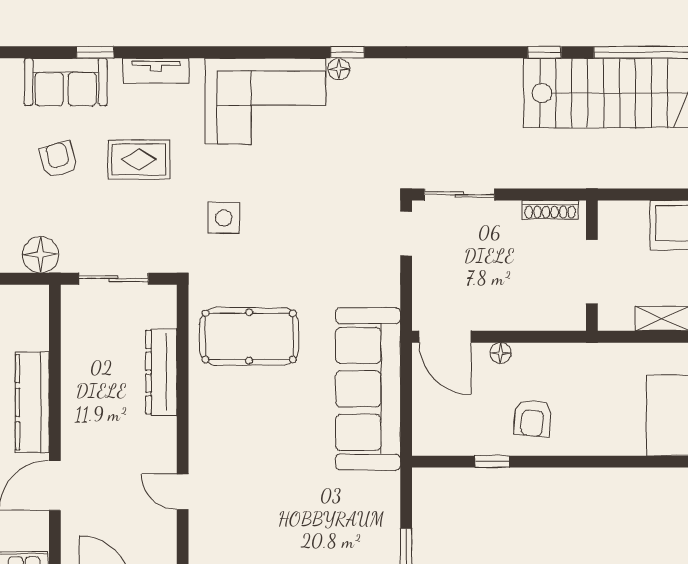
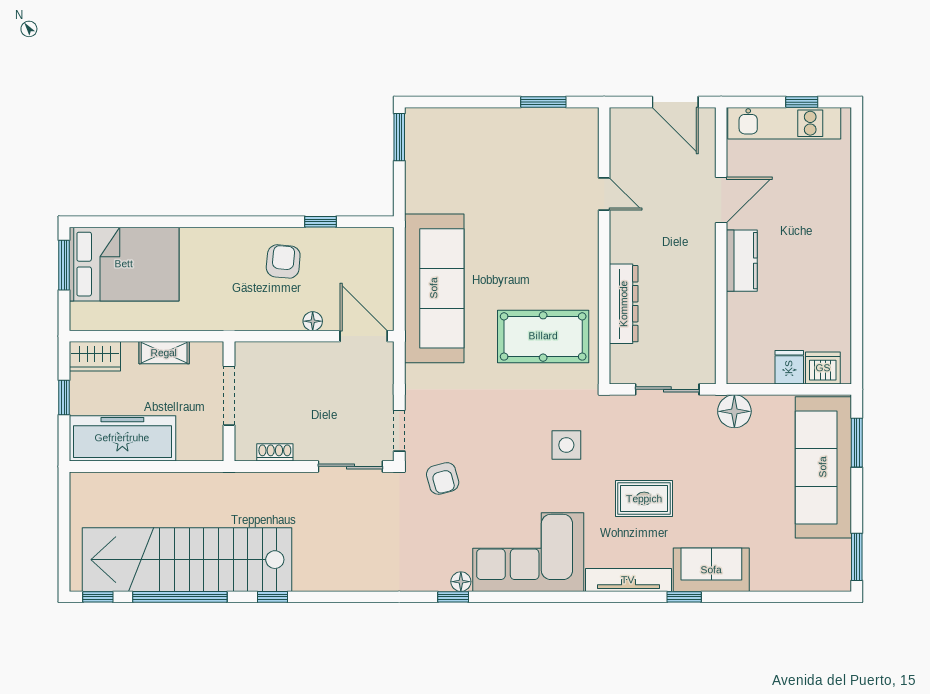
tv unit: (156, 71) -> (628, 580), width x1.41
armchair: (58, 160) -> (443, 478), moved
shoe rack: (550, 210) -> (275, 452), width x0.70
kitchen counter: (32, 402) -> (742, 261), width x0.67

